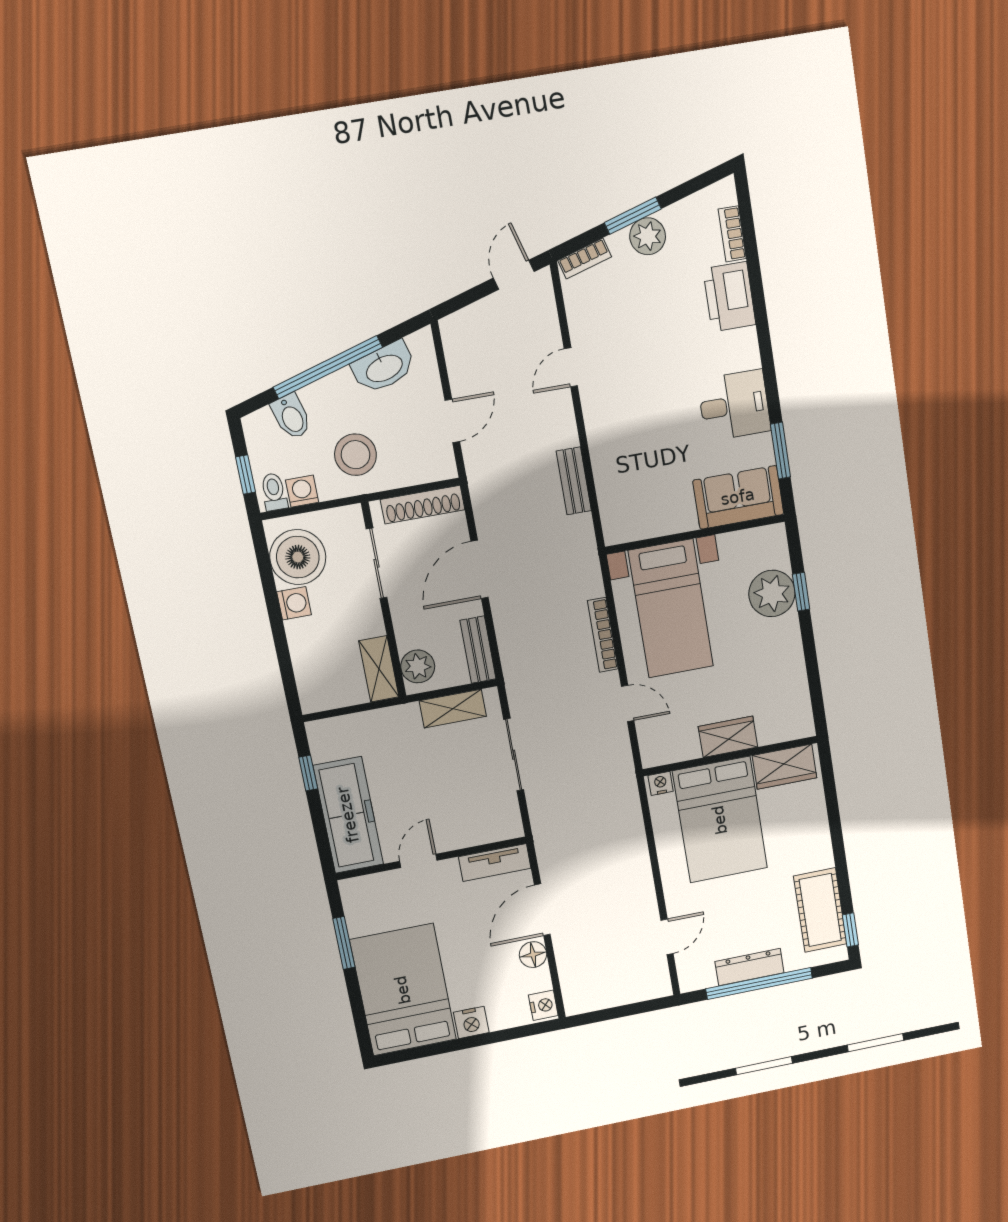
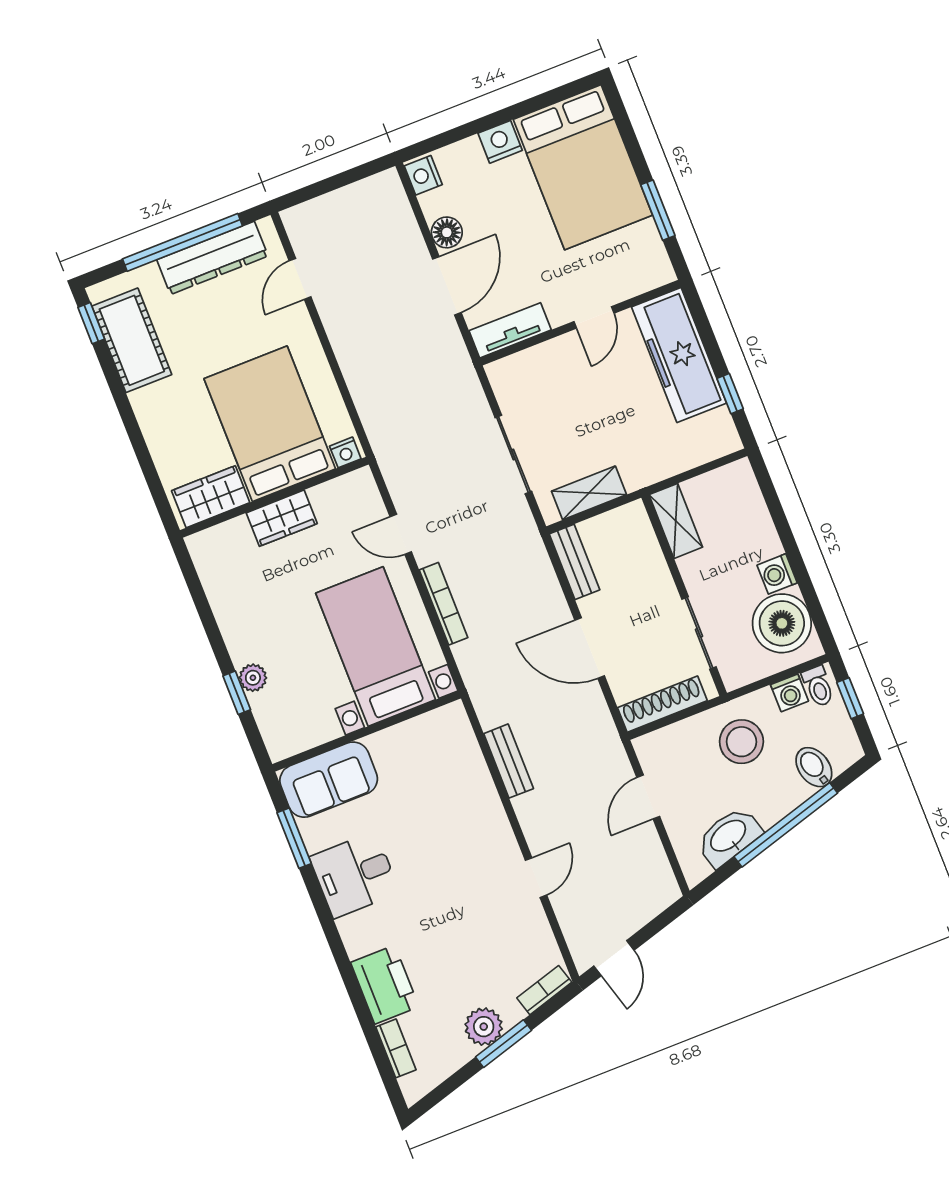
door: (480, 569) -> (590, 648), swing flipped
plant: (772, 593) -> (253, 678), width x0.53, depth x0.53
plant: (418, 666) -> (635, 531), removed
dresser: (749, 967) -> (212, 258), width x1.37, depth x1.24

